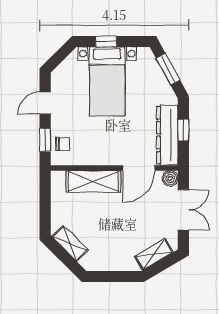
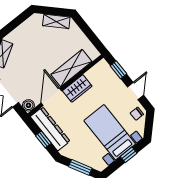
chair: (63, 144) -> (137, 114), moved
wardrobe: (104, 155) -> (77, 88), added

